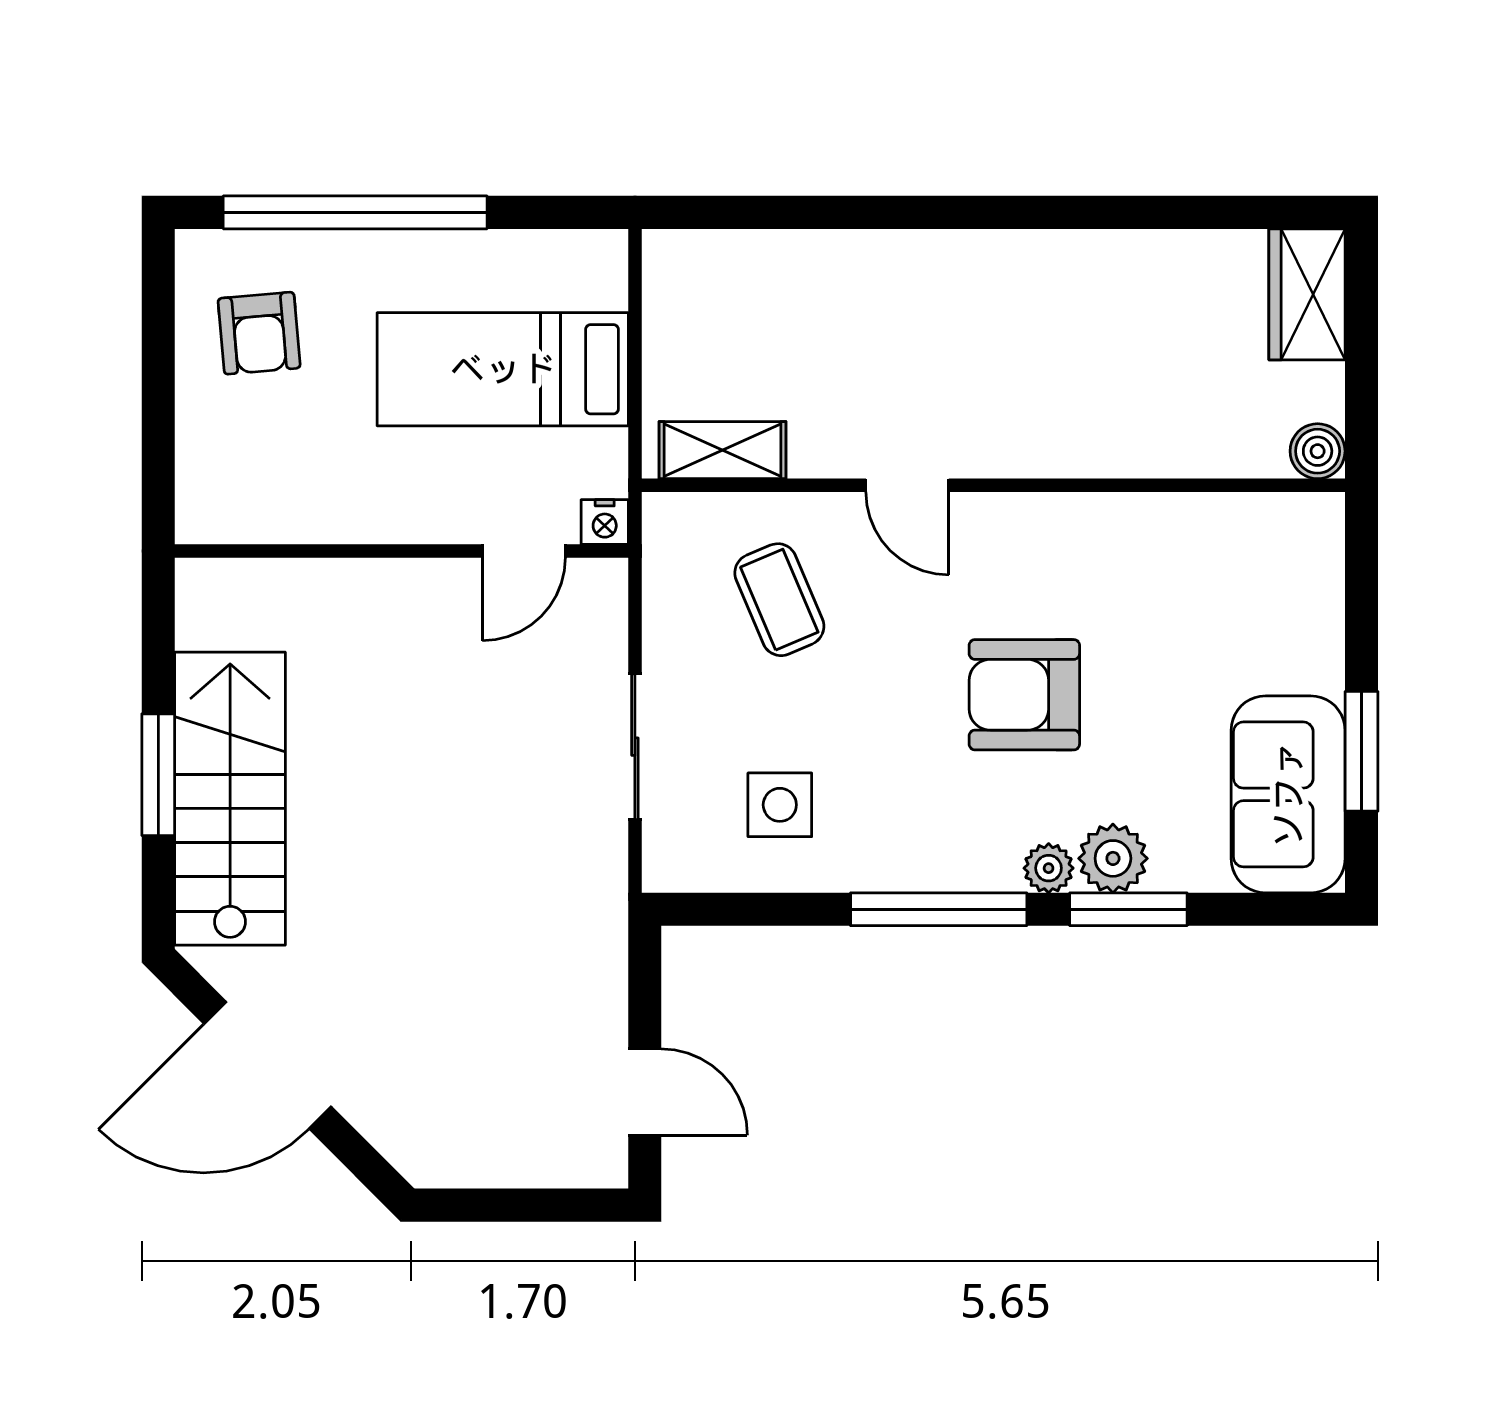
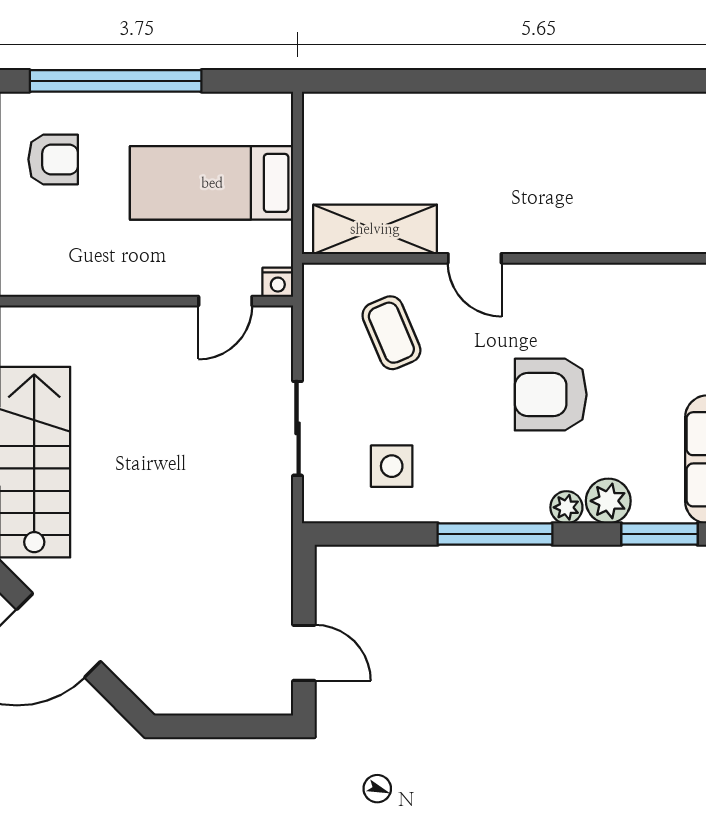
armchair: (259, 333) -> (53, 159), turned -85
shelving: (722, 450) -> (375, 229), width x1.50, depth x1.33
window: (1128, 909) -> (659, 534), moved

